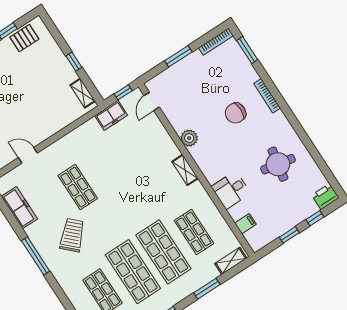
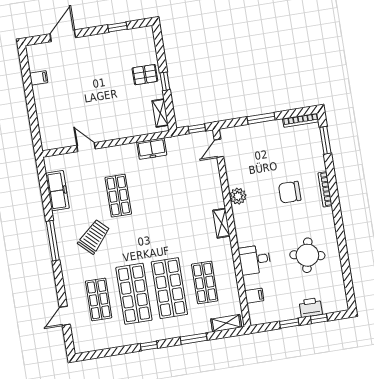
pallet: (24, 38) -> (145, 75), moved
freezer: (111, 115) -> (152, 149), moved
printer: (325, 197) -> (311, 307), moved

